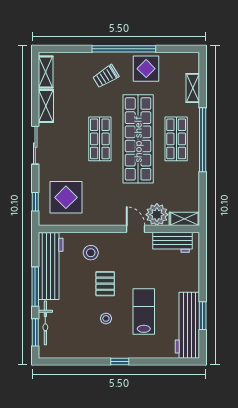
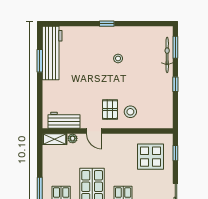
plant: (157, 215) -> (73, 138), width x0.53, depth x0.53
workbench: (51, 266) -> (163, 101), removed
pallet: (105, 284) -> (110, 110), moved
window: (35, 287) -> (175, 84), width x0.46
lab bench: (144, 312) -> (87, 64), removed

